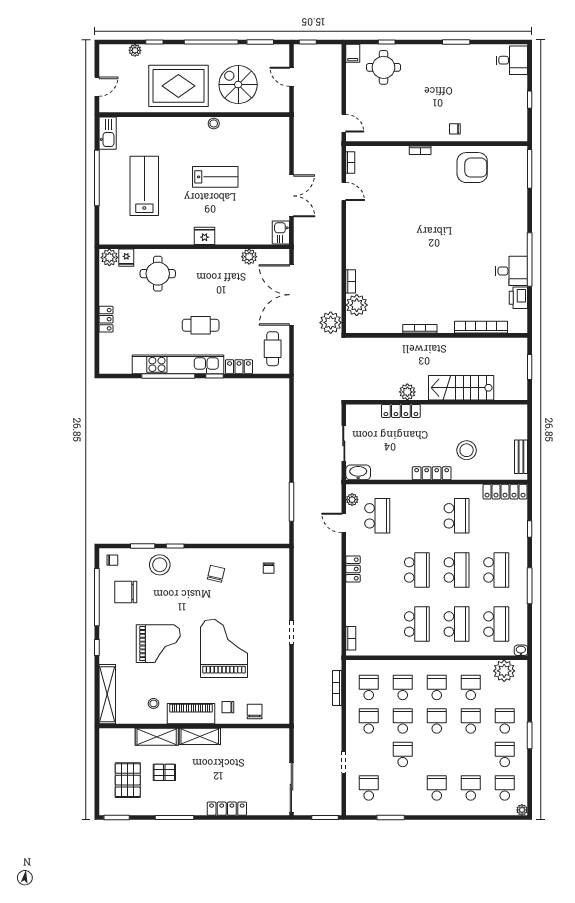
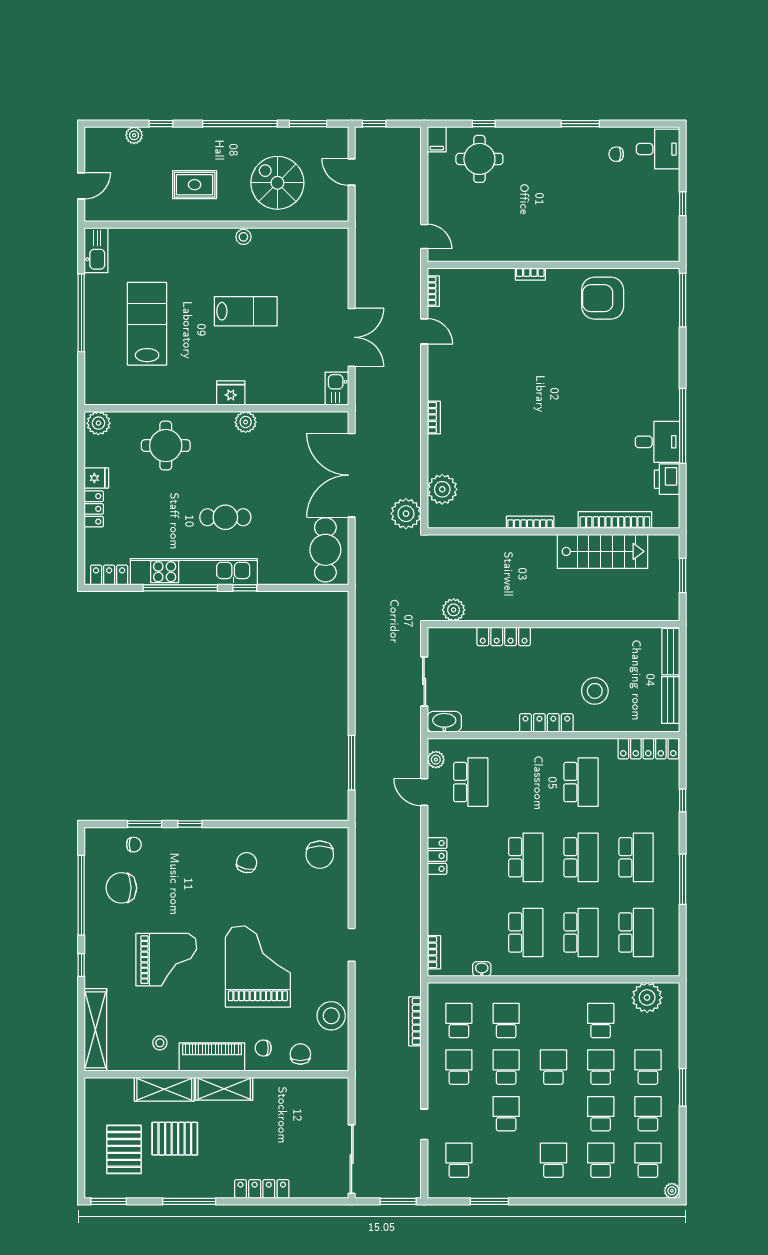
rug: (178, 86) -> (195, 185), width x0.54, depth x0.49
chair: (455, 129) -> (616, 154), moved
armchair: (472, 168) -> (603, 298), turned 180
plant: (249, 257) -> (246, 422), moved
fridge: (126, 258) -> (96, 478), moved, turned -90
bookcase: (351, 281) -> (434, 418), moved
cafe table: (273, 349) -> (325, 550), width x1.37, depth x1.35
locker: (239, 367) -> (109, 575), moved
stairs: (461, 388) -> (602, 551), moved, turned 180
plant: (407, 392) -> (454, 610), moved
bench: (521, 422) -> (671, 652), added
chair: (112, 560) -> (134, 845), moved
stool: (160, 565) -> (331, 1016), moved
chair: (269, 568) -> (320, 855), width x1.87, depth x1.87
washbasin: (521, 650) -> (482, 969), moved
school desk: (437, 687) -> (601, 1114), moved
pallet: (164, 772) -> (175, 1139), width x1.50, depth x1.42

